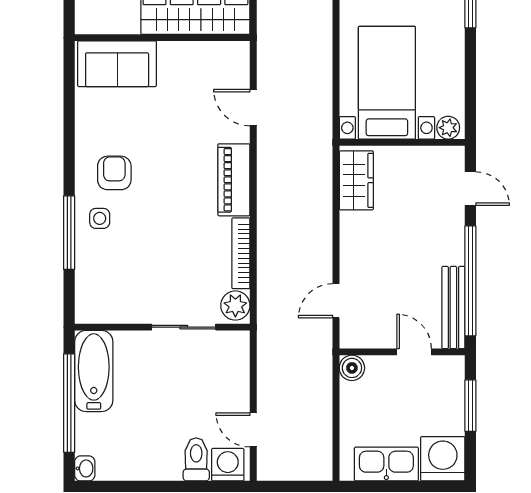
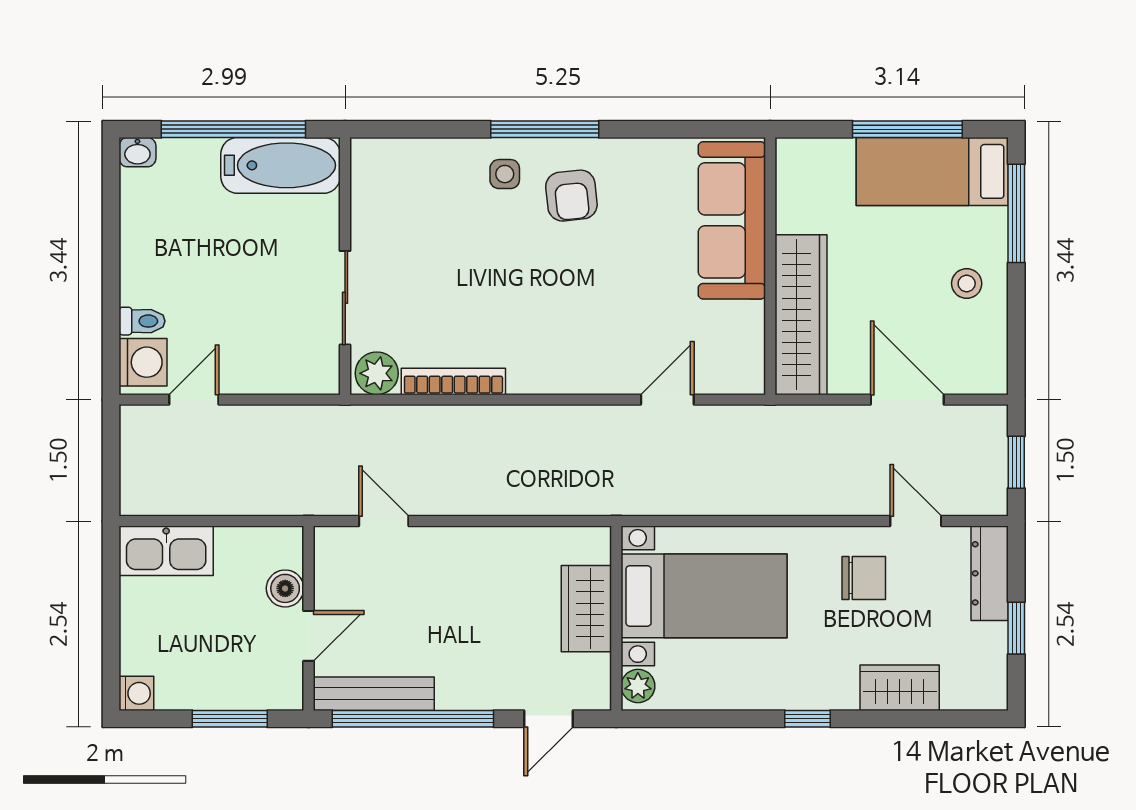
sofa: (117, 64) -> (732, 220), width x1.36
armchair: (114, 173) -> (571, 196), turned 84
piano: (234, 180) -> (561, 371), removed
wardrobe: (356, 180) -> (586, 609), moved, turned 90
window: (69, 233) -> (545, 129), moved
boiler: (352, 368) -> (285, 588), moved
toilet: (196, 459) -> (142, 321), width x0.73, depth x0.72
washing machine: (443, 459) -> (136, 693), width x0.53, depth x0.53
kitchen sink: (386, 464) -> (166, 551), moved, turned 90

